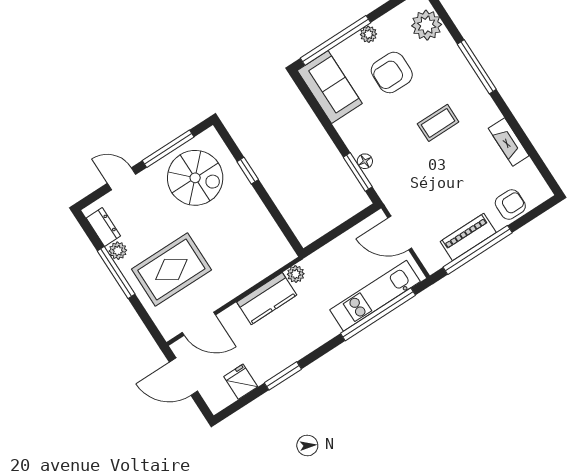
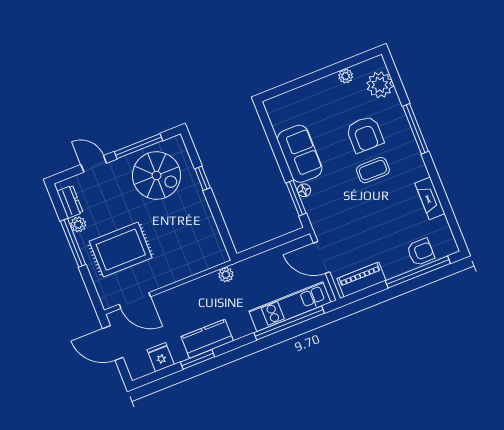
plant: (368, 34) -> (346, 76), moved
window: (335, 40) -> (300, 82), removed
armchair: (392, 73) -> (365, 134), moved, turned -90
sofa: (330, 87) -> (300, 154), moved
piano: (468, 237) -> (361, 279), moved
window: (478, 250) -> (418, 272), moved
kitchen counter: (267, 299) -> (207, 339), moved, turned 180

